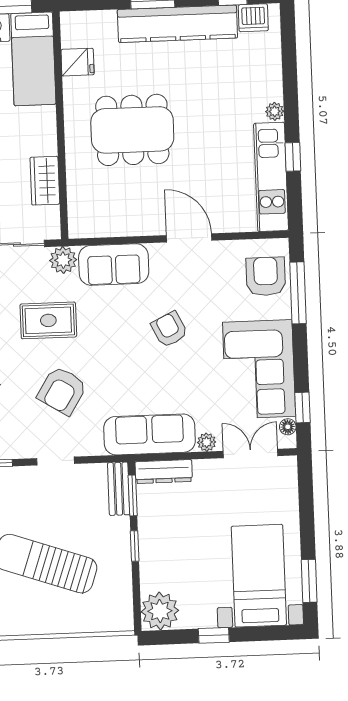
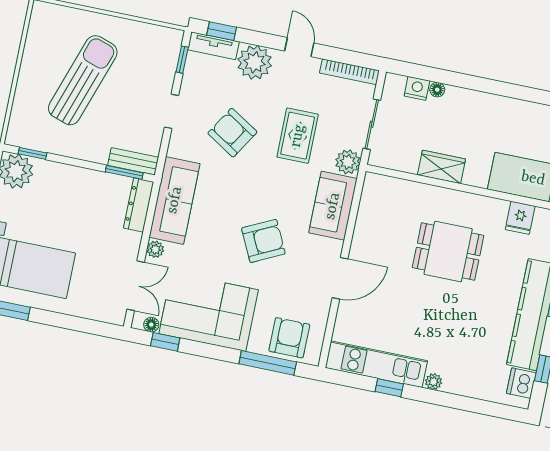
dining table: (132, 130) -> (448, 252), width x0.73
wardrobe: (45, 181) -> (441, 167), moved
armchair: (266, 276) -> (289, 338), turned -90
armchair: (169, 329) -> (263, 241), width x1.38, depth x1.38
window: (135, 546) -> (33, 153), moved

